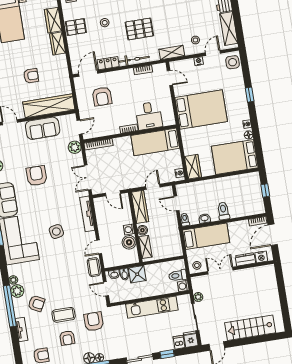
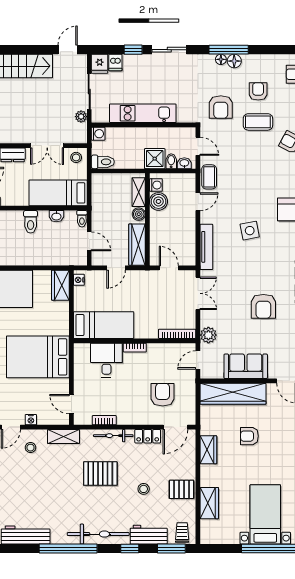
wardrobe: (58, 43) -> (208, 450), moved
washing machine: (129, 229) -> (156, 185), moved
toilet: (178, 276) -> (103, 162), moved

